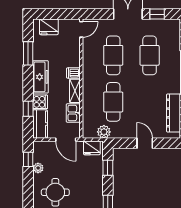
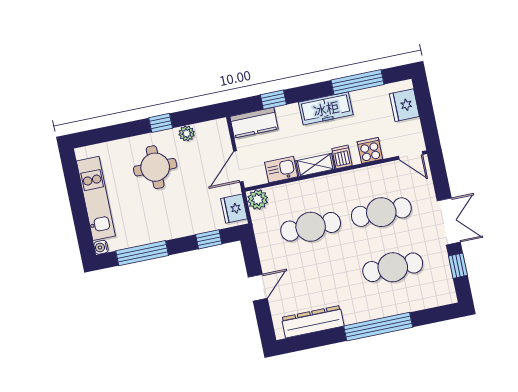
window: (28, 53) -> (358, 82), width x1.44
cooker: (40, 102) -> (370, 150), moved, turned 180
plant: (104, 132) -> (258, 200), moved
window: (28, 159) -> (161, 123), moved

